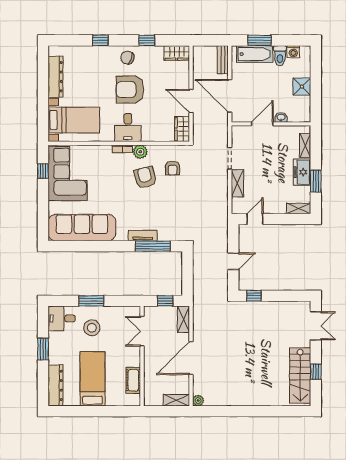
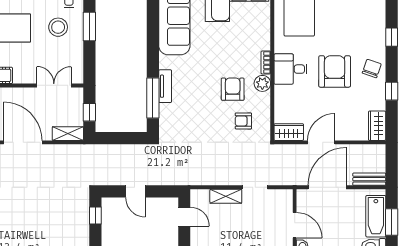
armchair: (145, 177) -> (233, 89), turned -75

